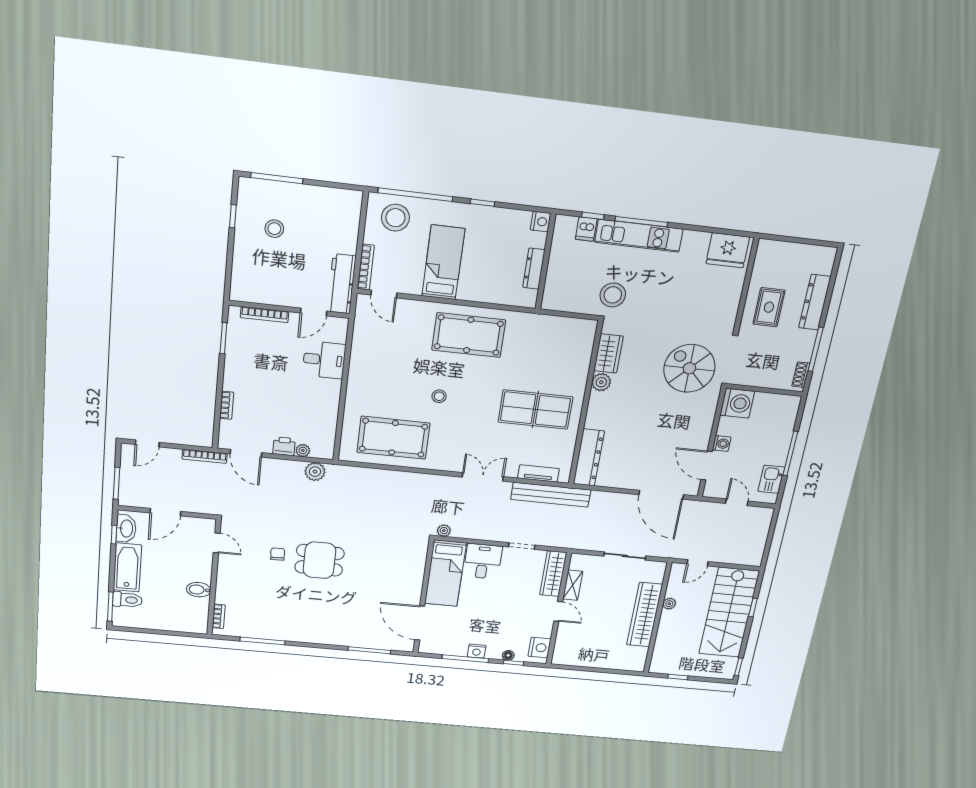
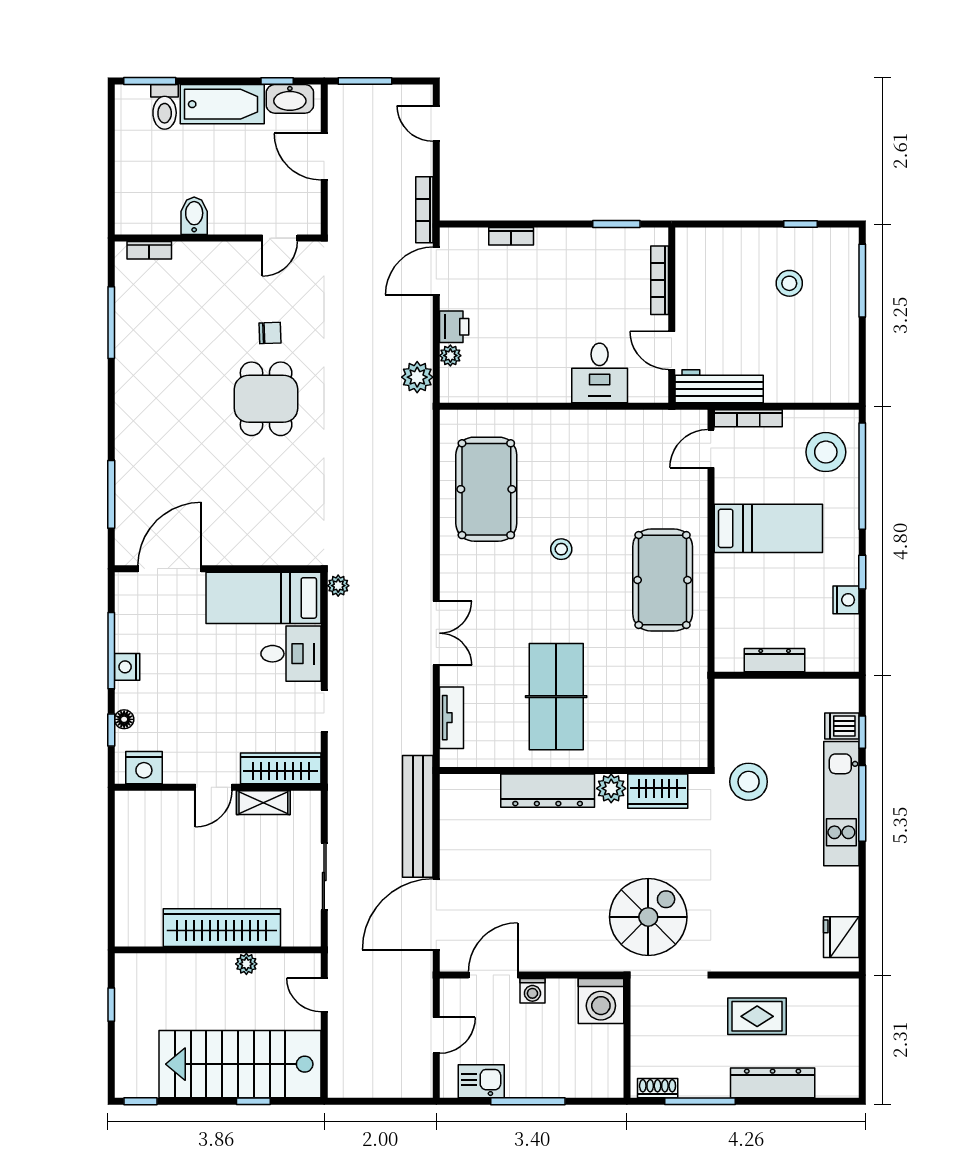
nightstand: (541, 222) -> (846, 600), moved, turned -90
fridge: (728, 250) -> (841, 937), width x0.73, depth x0.75
dresser: (589, 458) -> (548, 791), moved
bench: (551, 495) -> (418, 816), moved

